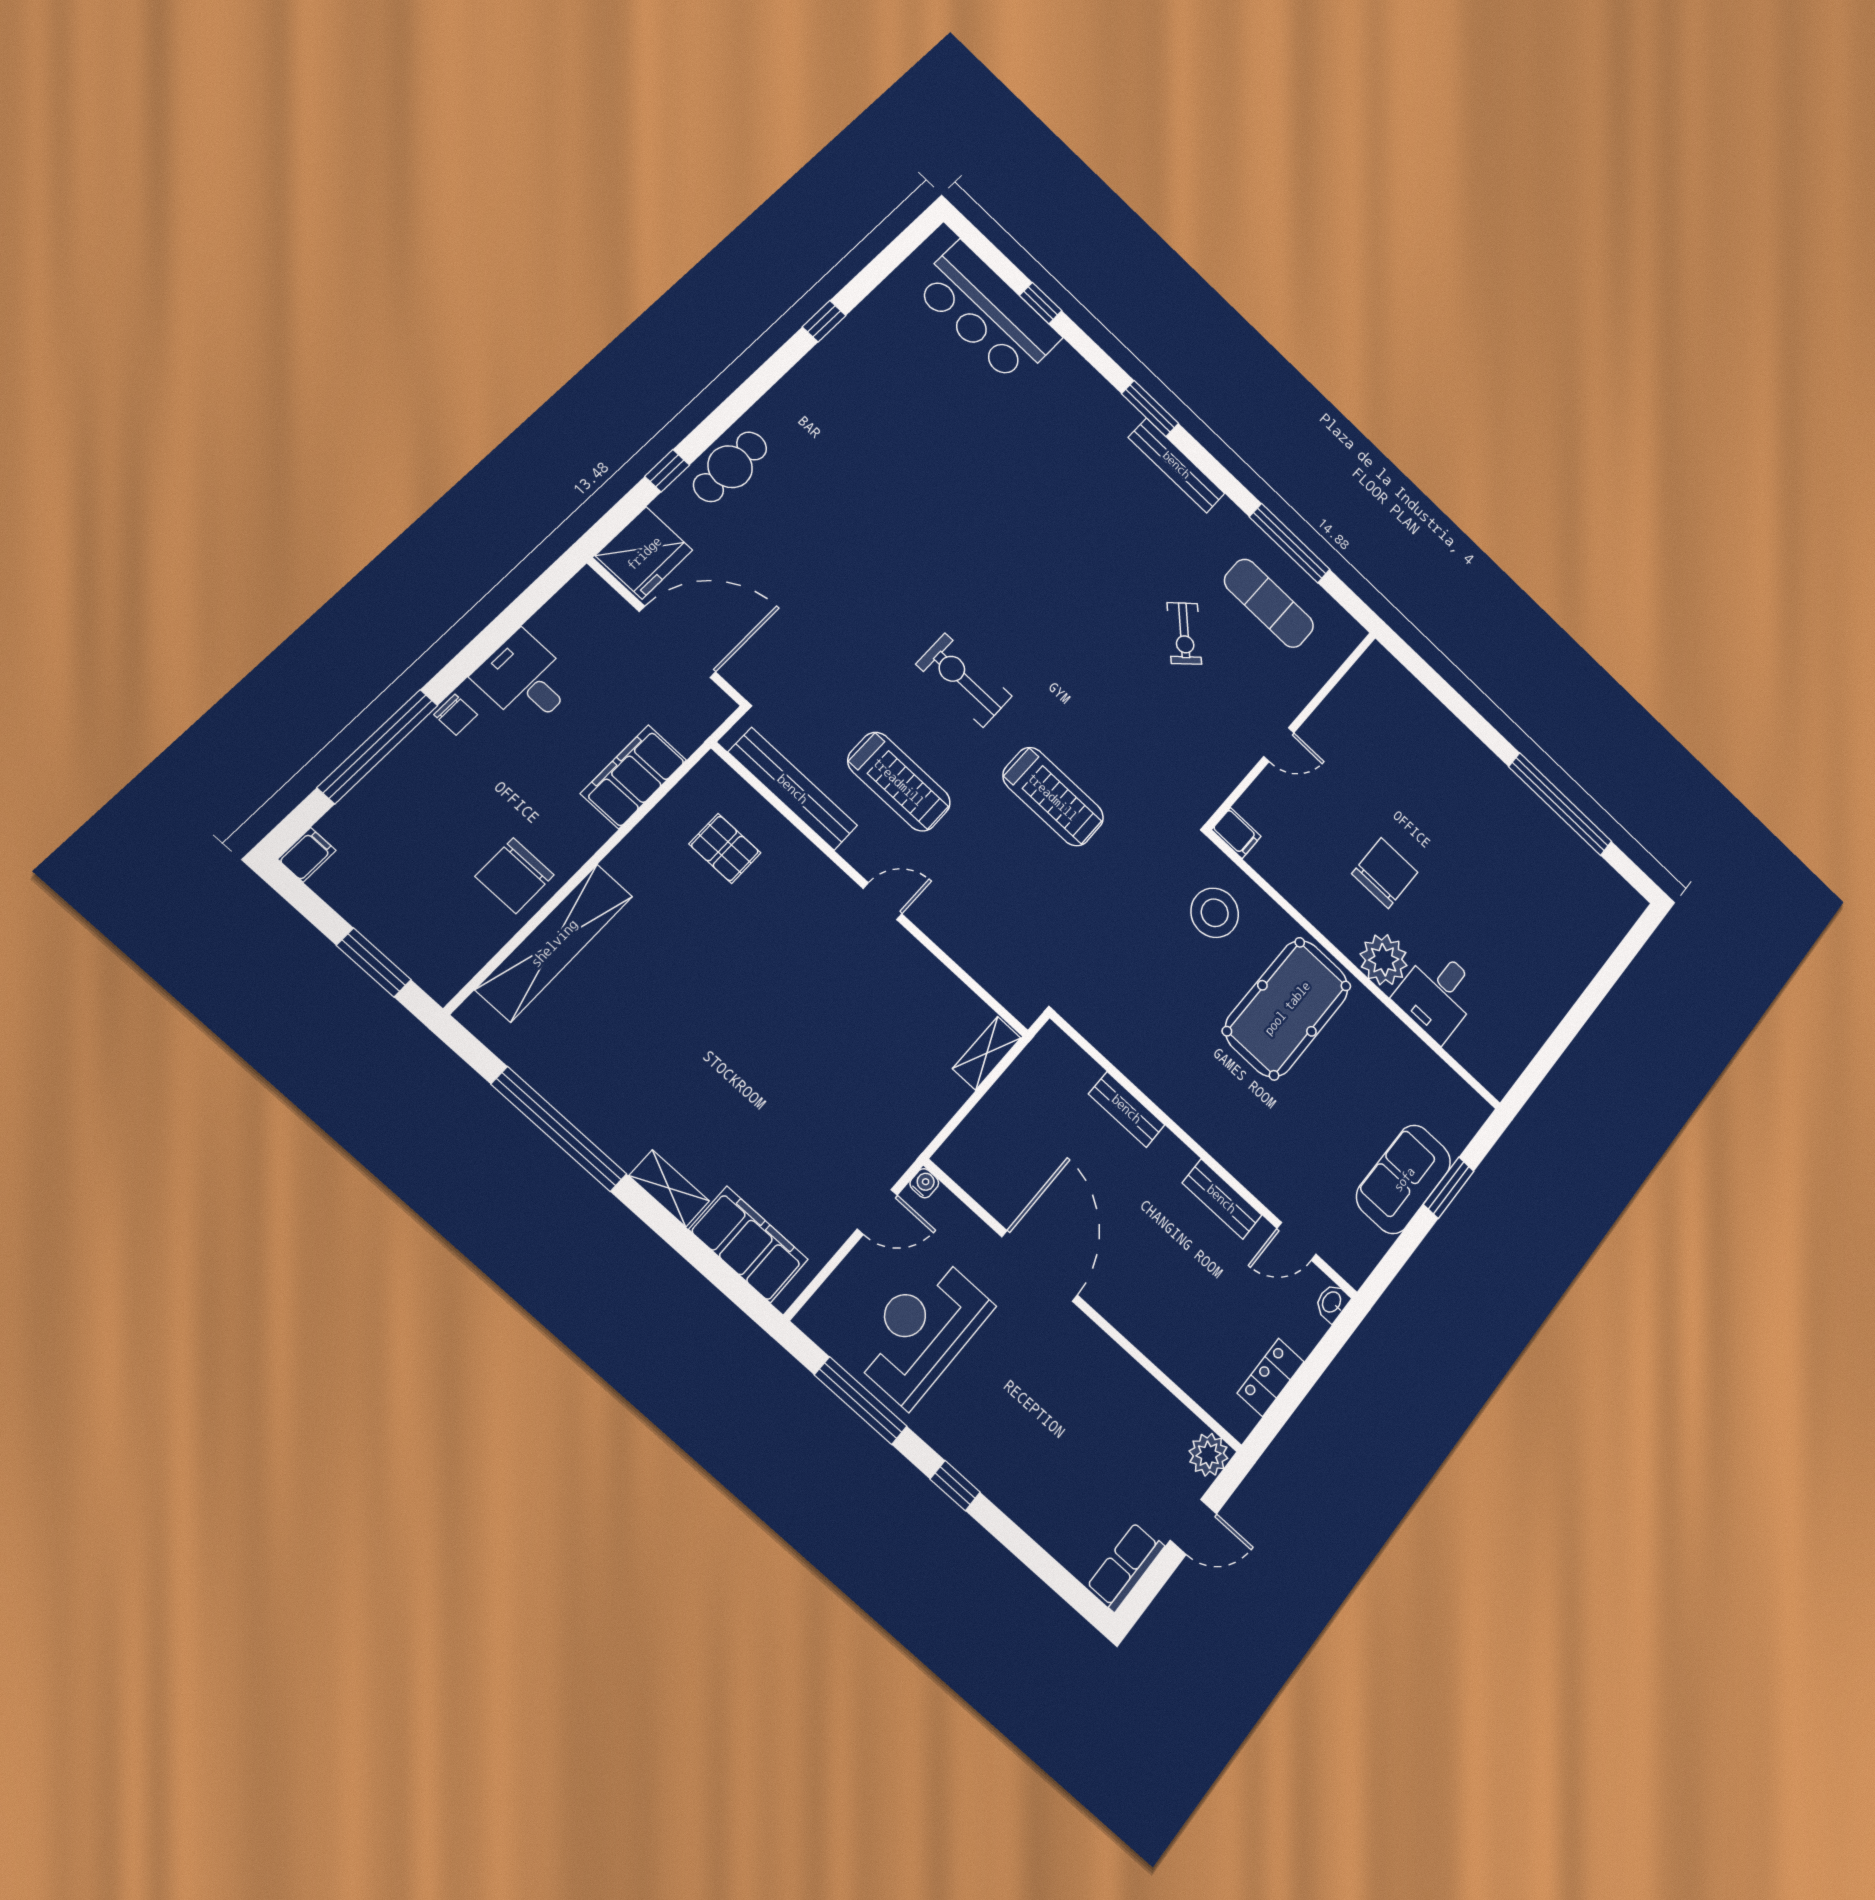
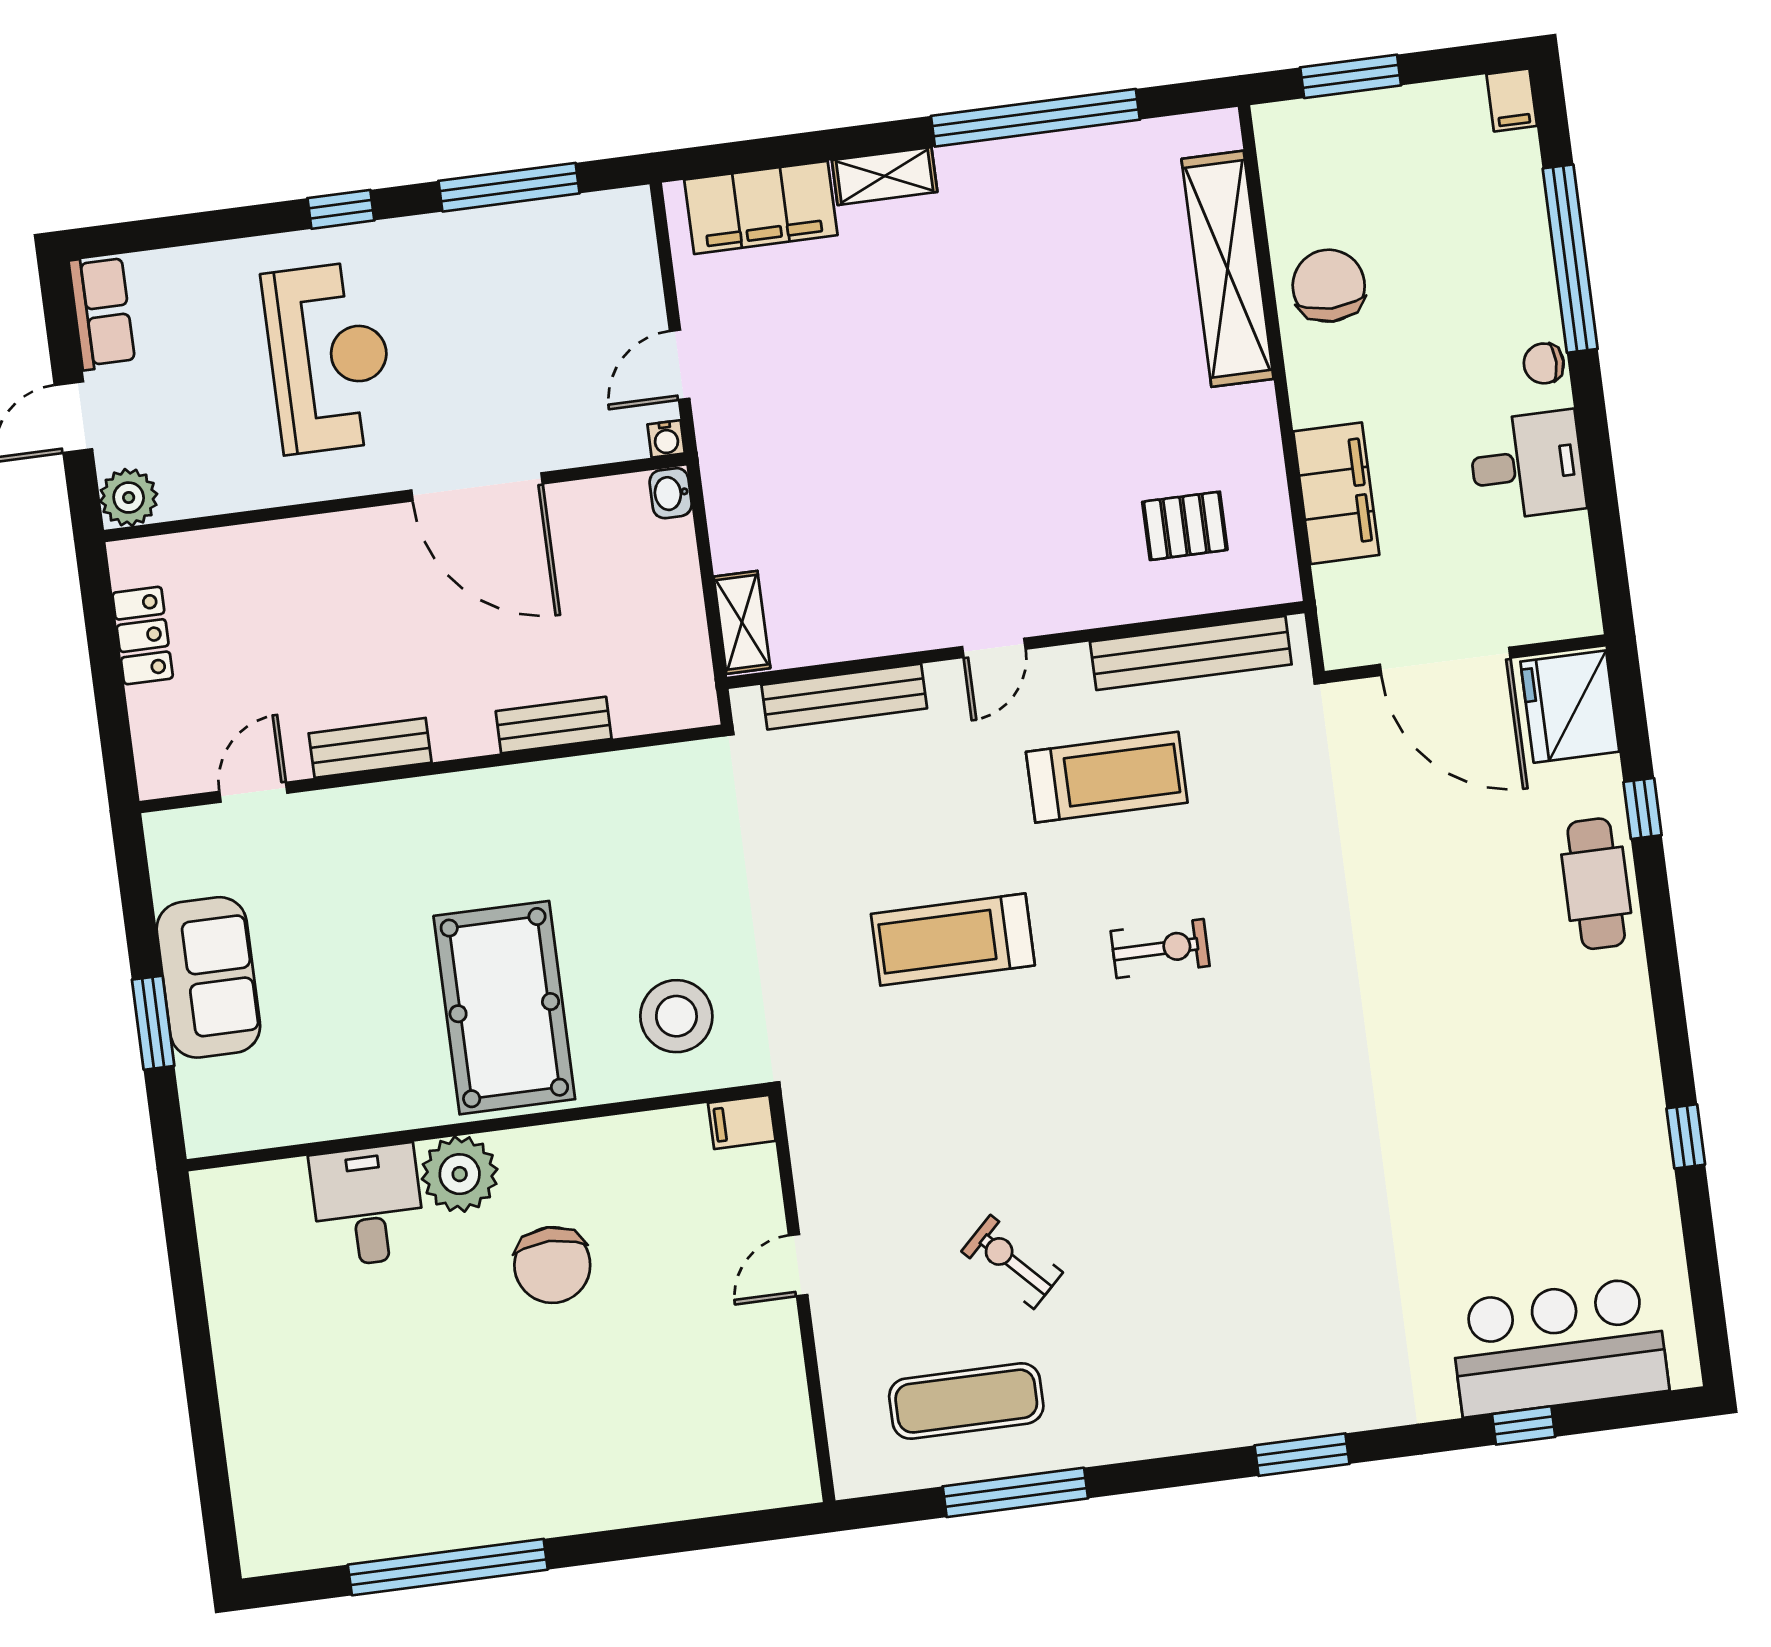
bench: (1177, 465) -> (844, 697), moved
door: (677, 642) -> (1445, 661), hinge flipped
exercise bike: (964, 680) -> (1160, 949), width x0.73, depth x0.72
treadmill: (899, 782) -> (1107, 777), turned 180
washbasin: (1332, 1303) -> (671, 493), moved, turned 180
reception desk: (922, 1331) -> (329, 357), moved

